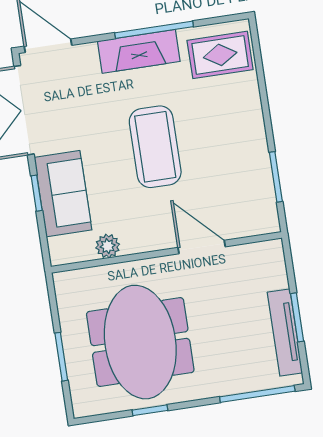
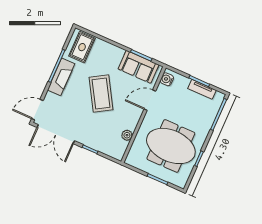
coffee table: (155, 147) -> (101, 94), turned 59
sofa: (63, 194) -> (138, 67), moved, turned 180
water cooler: (261, 254) -> (167, 79), added
tv unit: (285, 332) -> (202, 89), width x0.71

